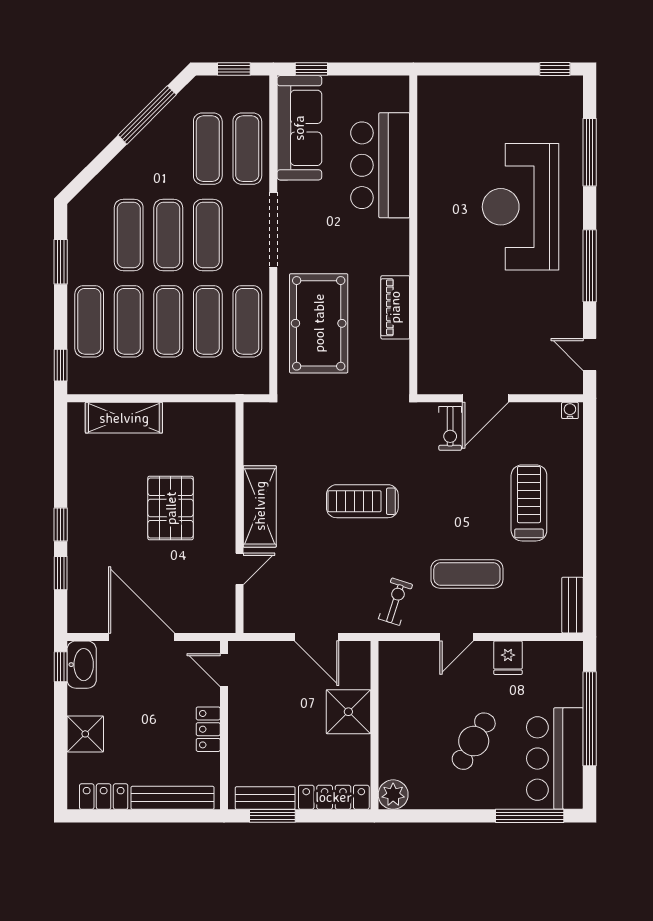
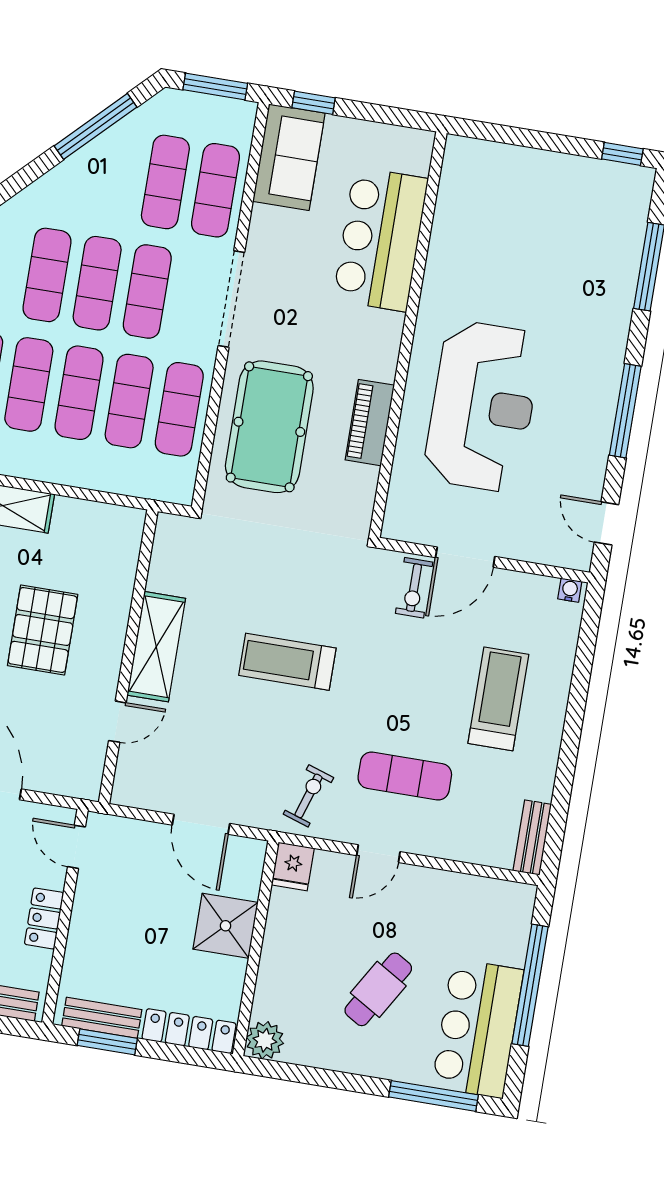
window: (234, 69) -> (215, 86), width x1.50
sofa: (299, 128) -> (289, 157), width x0.73
reception desk: (521, 207) -> (483, 406), moved, turned 180
fridge: (508, 658) -> (293, 867), moved

